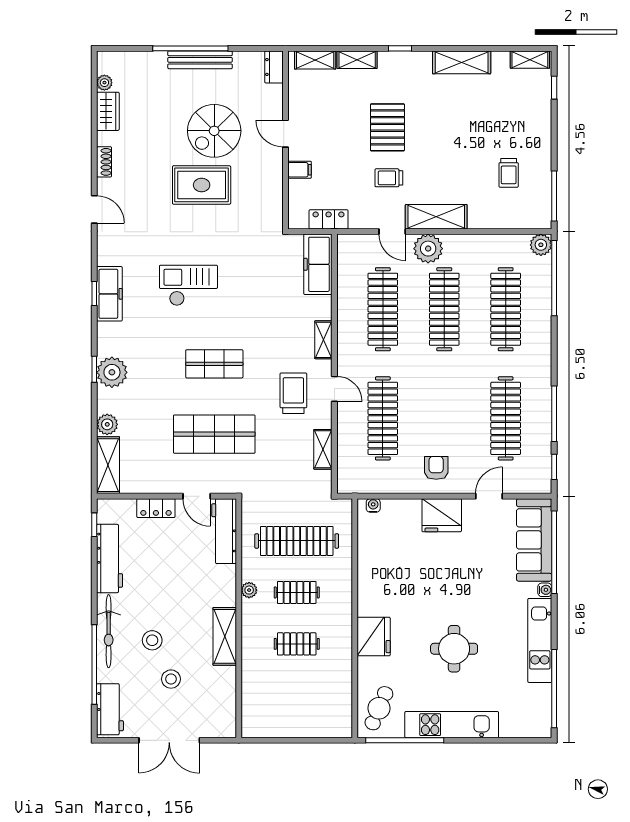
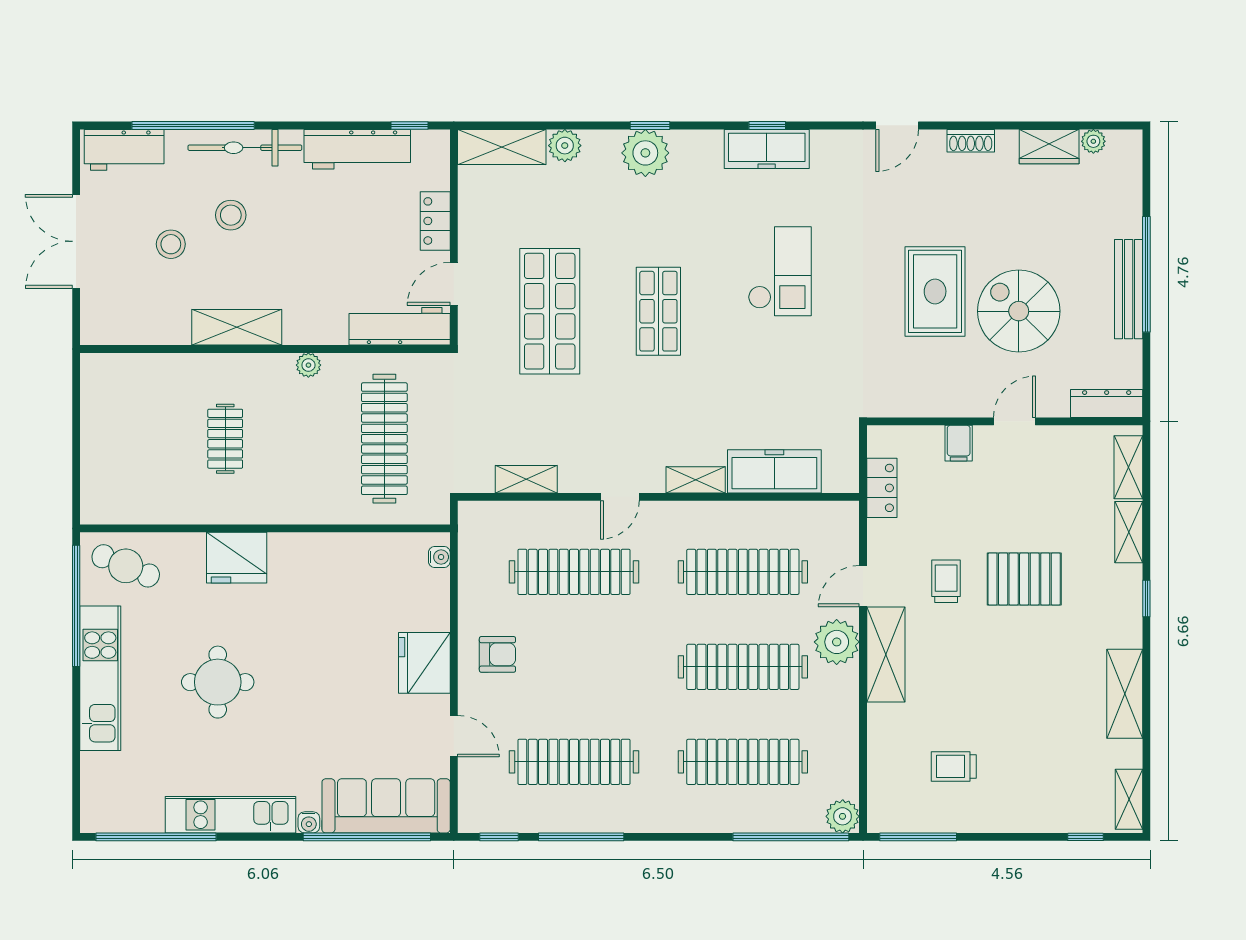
dresser: (274, 67) -> (1107, 404), width x1.44
freezer: (318, 264) -> (774, 471), moved
trolley: (293, 393) -> (613, 434), removed
clothes rail: (297, 592) -> (305, 439), removed

